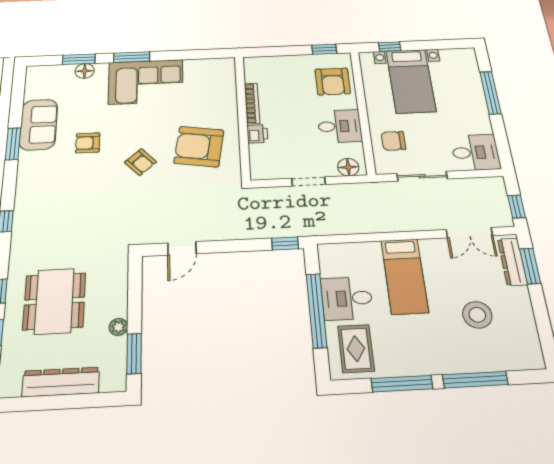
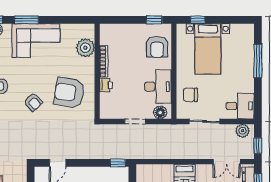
plant: (222, 87) -> (85, 48), added
desk: (340, 126) -> (158, 87), width x1.37
plant: (487, 186) -> (242, 131), added

